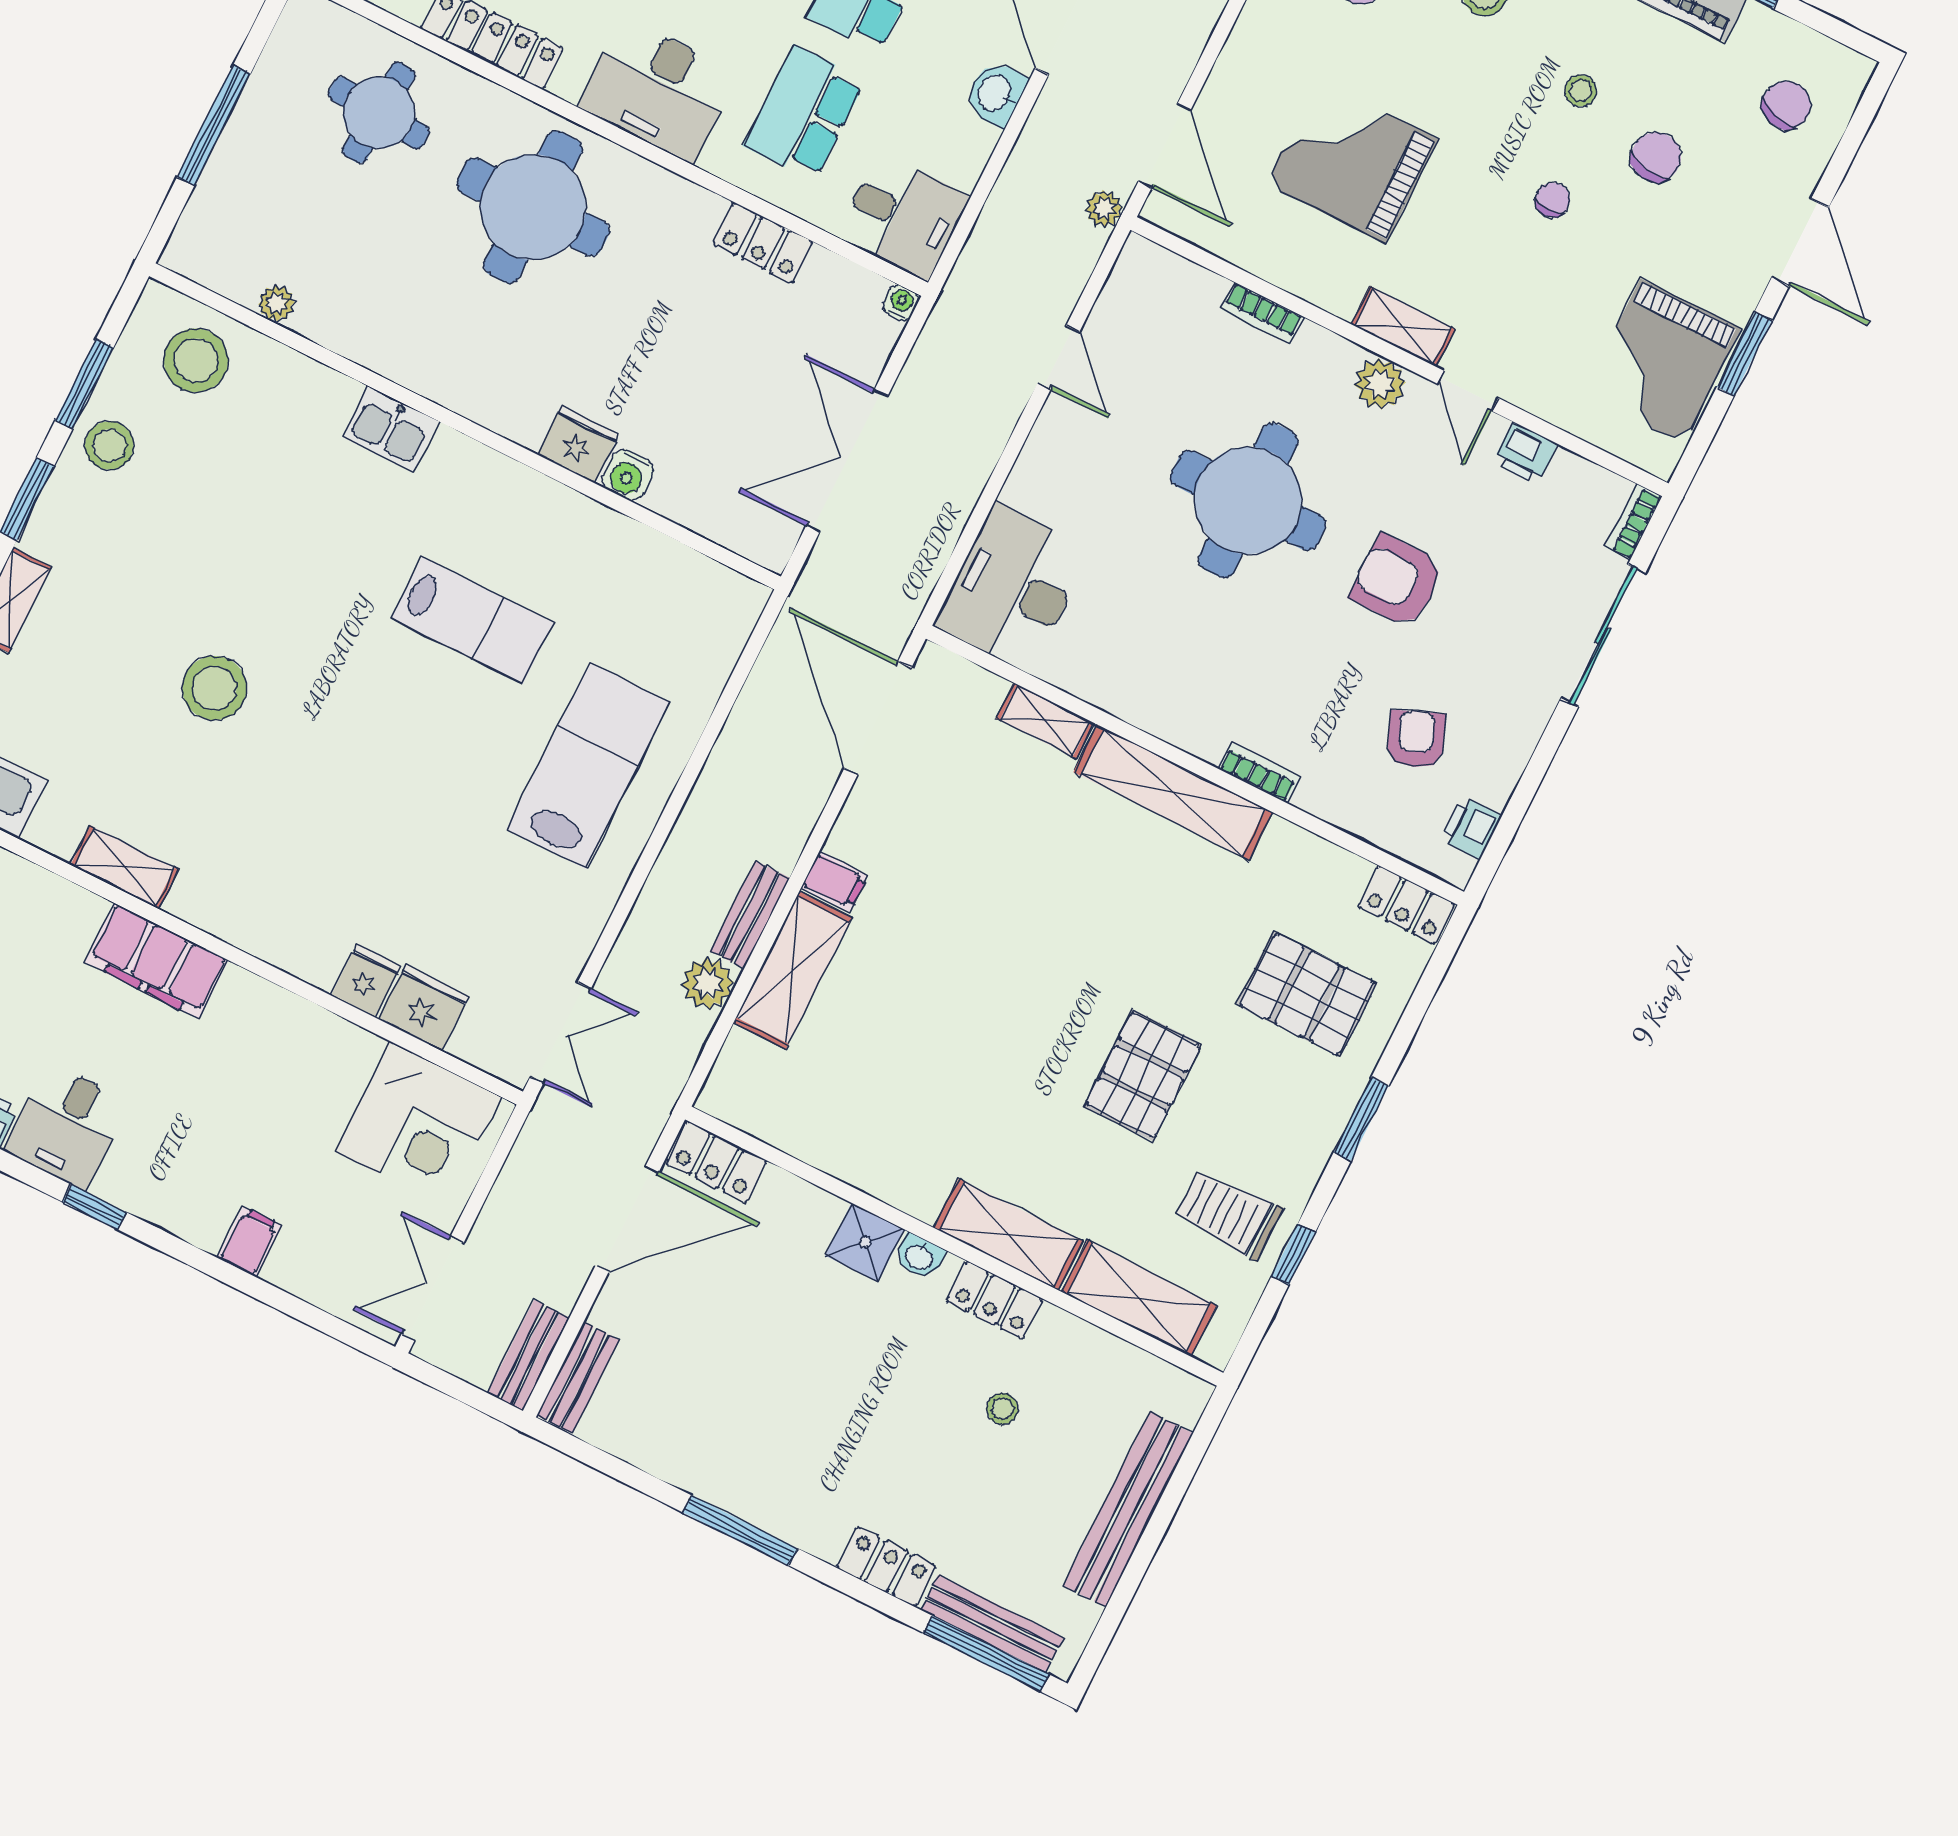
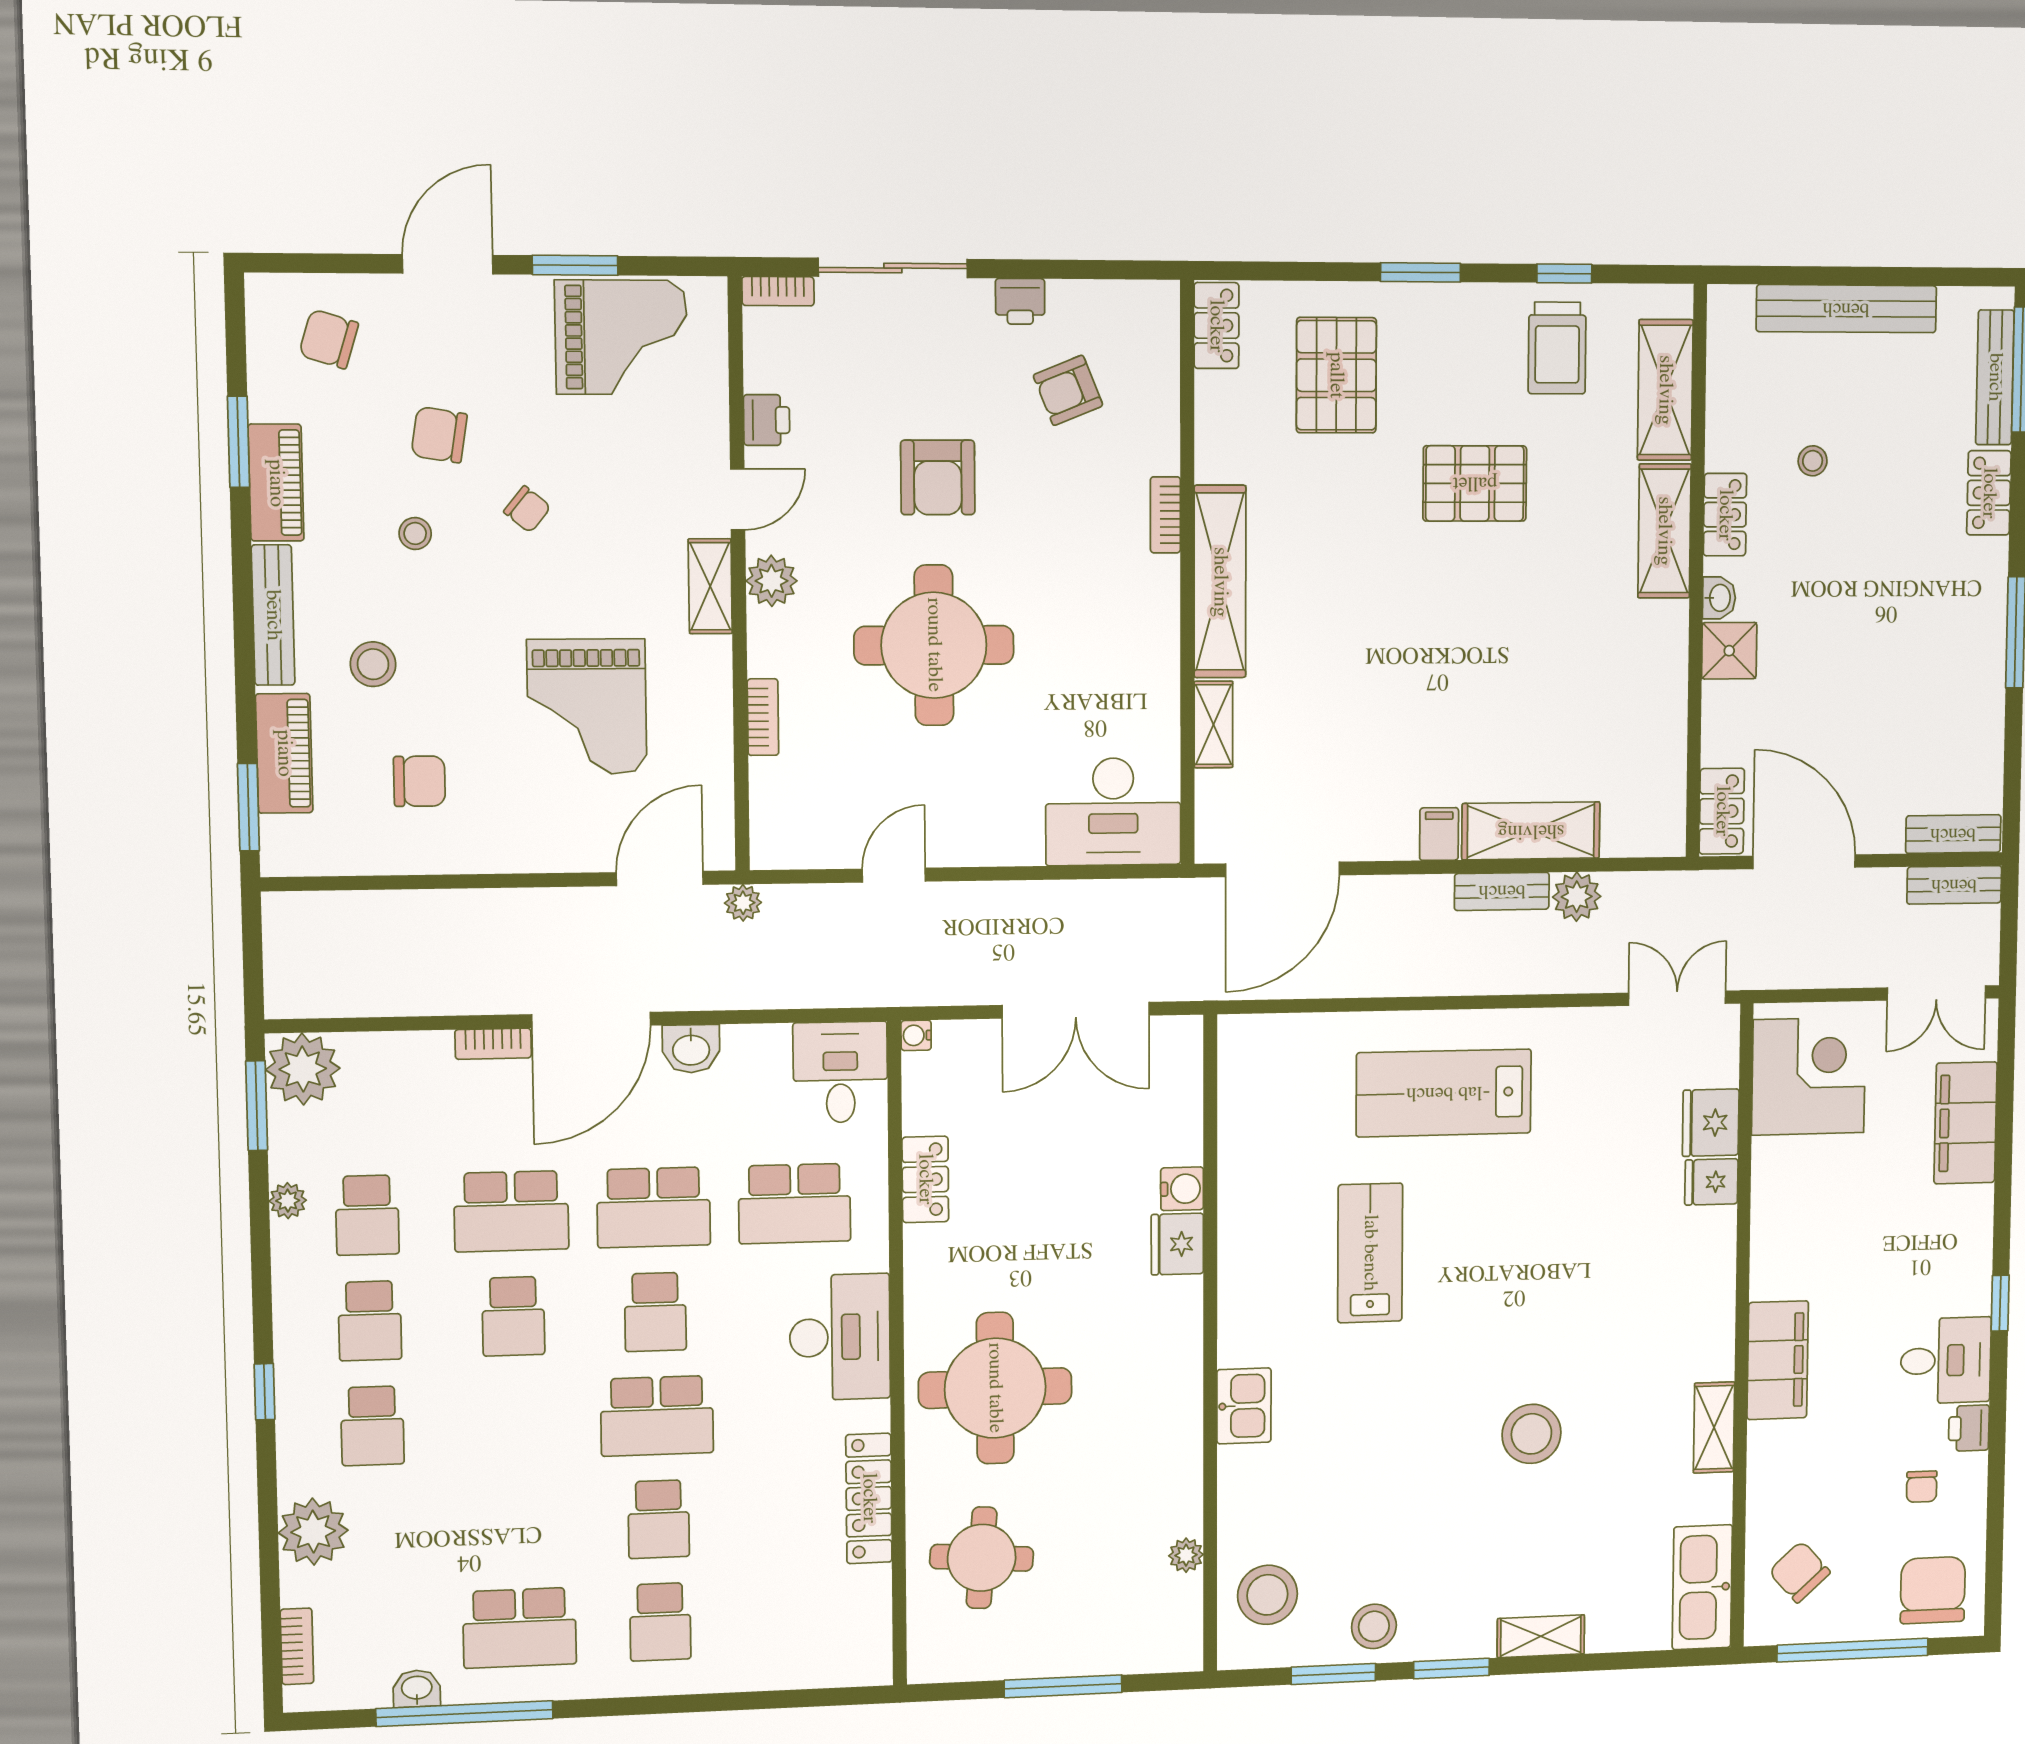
chair: (1553, 200) -> (527, 509), turned -141
printer: (1471, 828) -> (1020, 301), moved
filing cabinet: (250, 1242) -> (1966, 1123), width x3.00, depth x1.17

